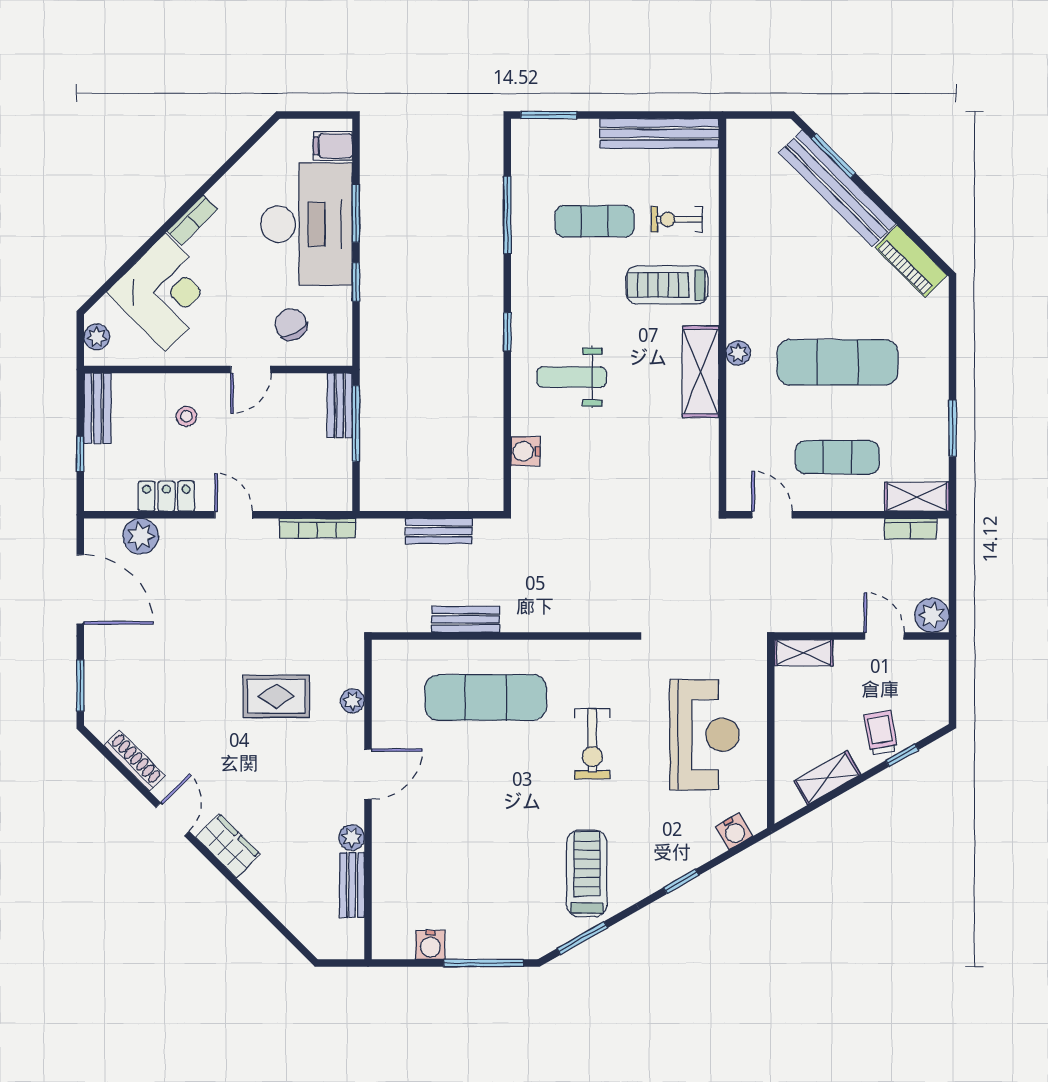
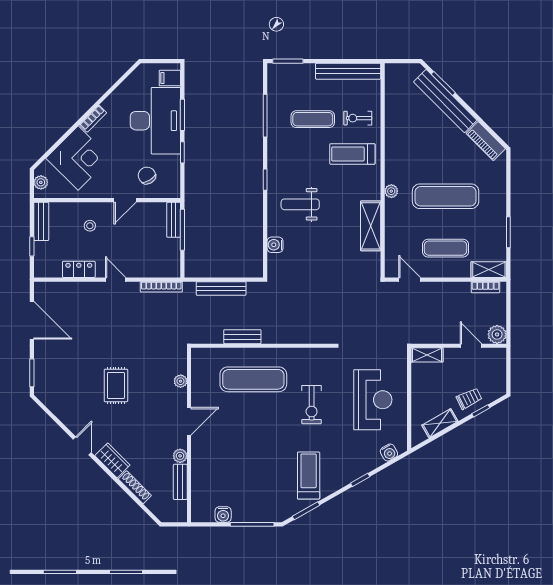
shelving: (700, 372) -> (371, 226), moved
bench: (439, 531) -> (221, 288), width x1.36
plant: (141, 536) -> (65, 291), removed
rug: (276, 696) -> (116, 385), moved, turned 90
trolley: (881, 733) -> (469, 399), turned 74
shoe rack: (134, 760) -> (135, 487), moved

